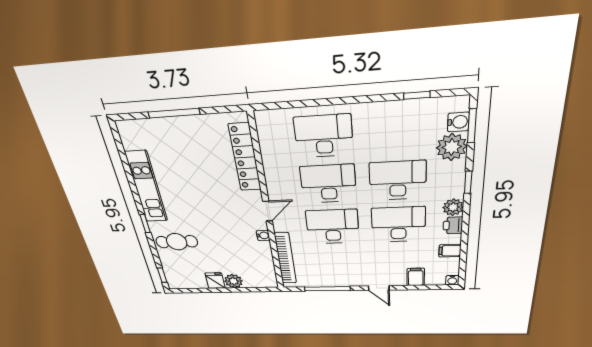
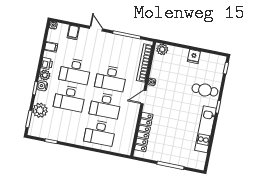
water cooler: (458, 122) -> (42, 86), moved
plant: (233, 281) -> (162, 49), moved

